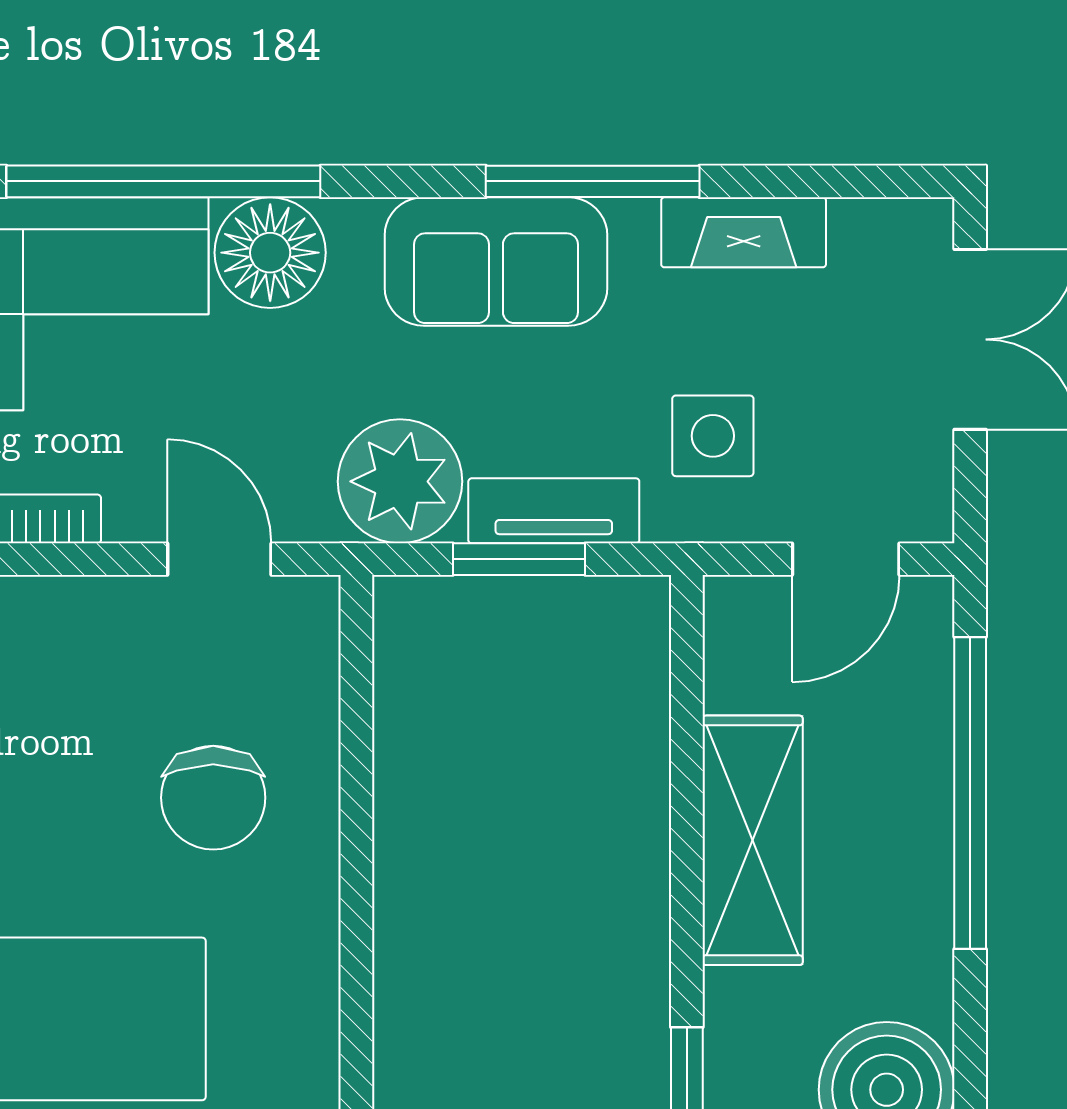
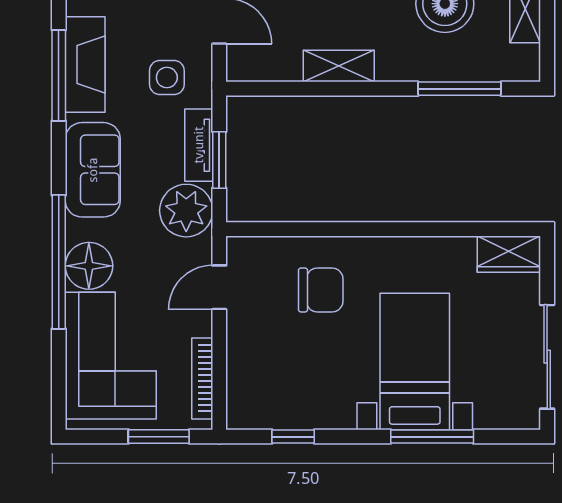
window: (163, 181) -> (59, 262), moved
window: (593, 181) -> (59, 75), moved
fireplace: (744, 232) -> (85, 64), width x1.37, depth x1.32
shelving: (753, 840) -> (339, 66), width x0.67, depth x0.75

